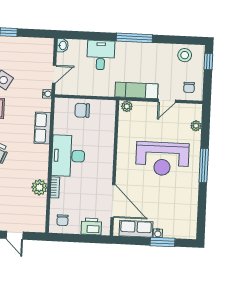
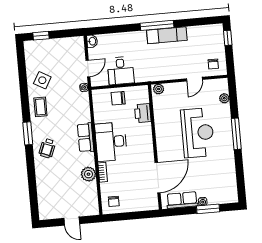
desk: (101, 55) -> (121, 71), moved, turned 180
stool: (185, 55) -> (205, 35), removed
exam couch: (136, 90) -> (167, 35), moved, turned 180
row of seats: (42, 128) -> (86, 138), moved
reception desk: (162, 159) -> (198, 133), turned -90
door: (113, 201) -> (158, 178), hinge flipped
printer: (91, 226) -> (143, 113), moved, turned -90

